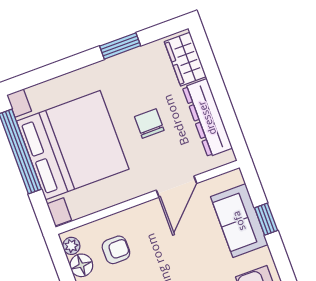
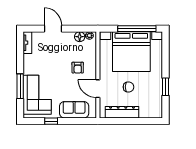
wardrobe: (185, 59) -> (150, 112), removed
window: (266, 219) -> (51, 121), moved
armchair: (116, 250) -> (78, 68), moved

